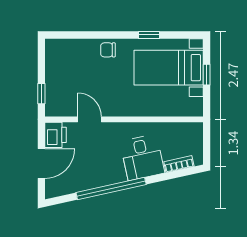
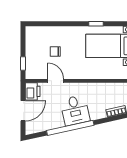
chair: (108, 50) -> (55, 51), moved
desk: (142, 157) -> (75, 110), moved

